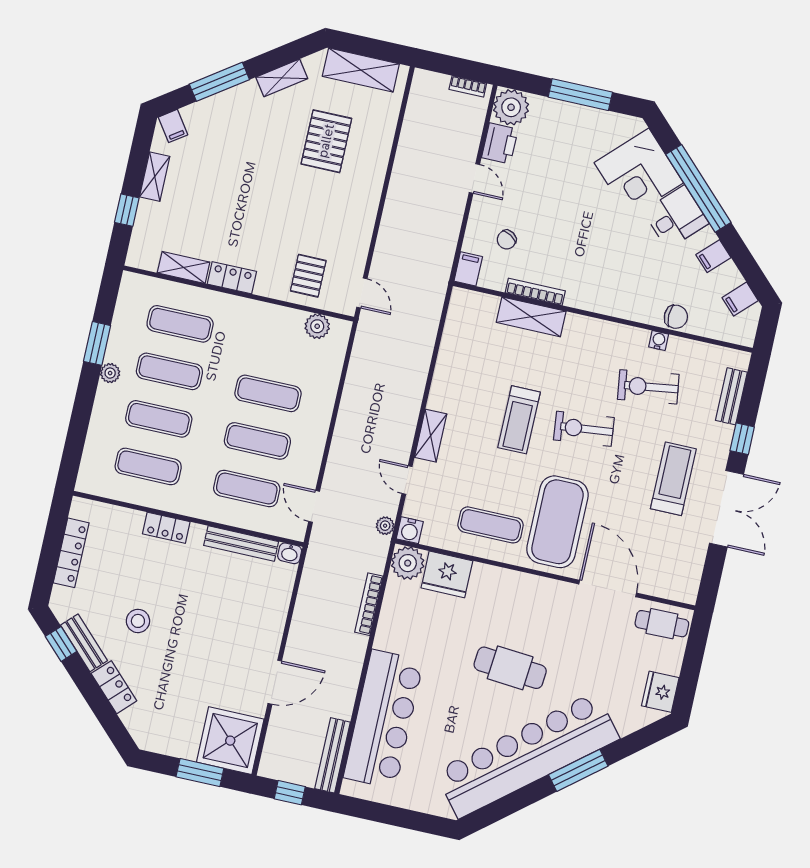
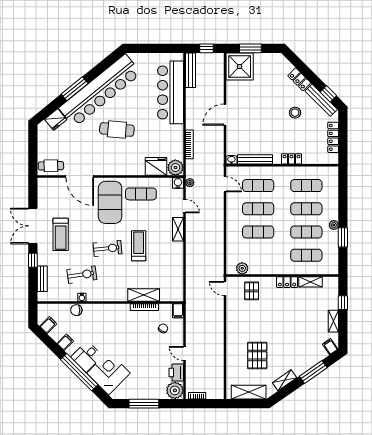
bench: (84, 643) -> (321, 100), width x1.36
door: (275, 682) -> (225, 115), moved
fridge: (660, 692) -> (56, 119), moved, turned 51

